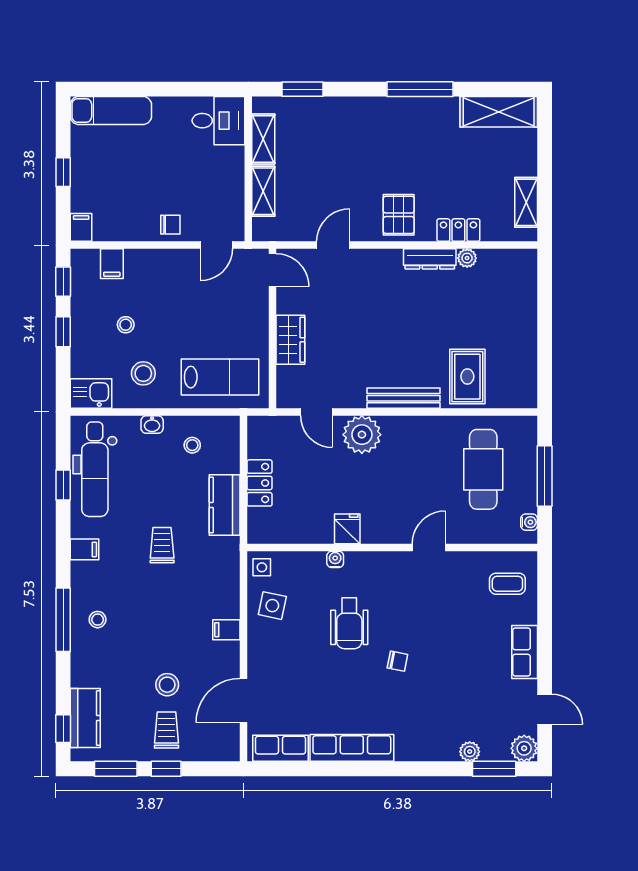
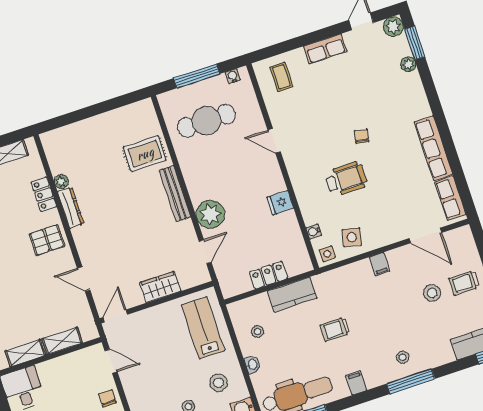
water cooler: (335, 559) -> (314, 232), moved

